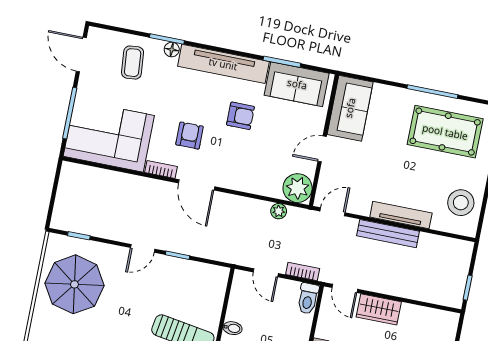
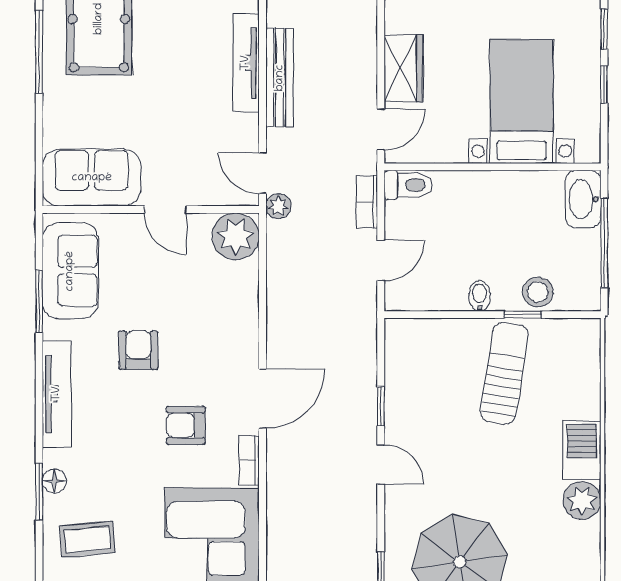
tv unit: (223, 64) -> (57, 394), width x0.73, depth x0.78
plant: (279, 211) -> (278, 206), moved

